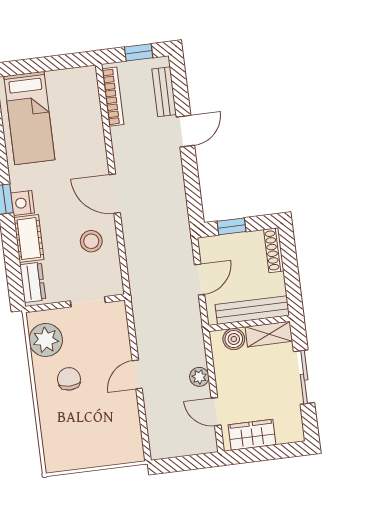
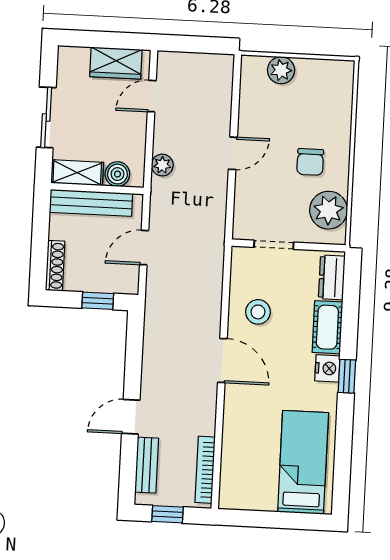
plant: (199, 377) -> (162, 165), moved
door: (216, 412) -> (152, 96), swing flipped
plant: (108, 454) -> (281, 70), added

